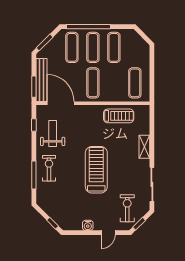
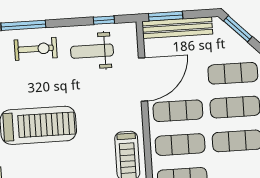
exercise mat: (114, 83) -> (180, 145), added
door: (61, 103) -> (143, 79), moved
weight bench: (53, 134) -> (92, 51), turned 180

